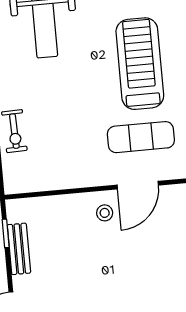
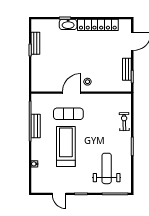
treadmill: (140, 64) -> (66, 146), turned 180

